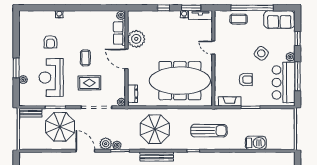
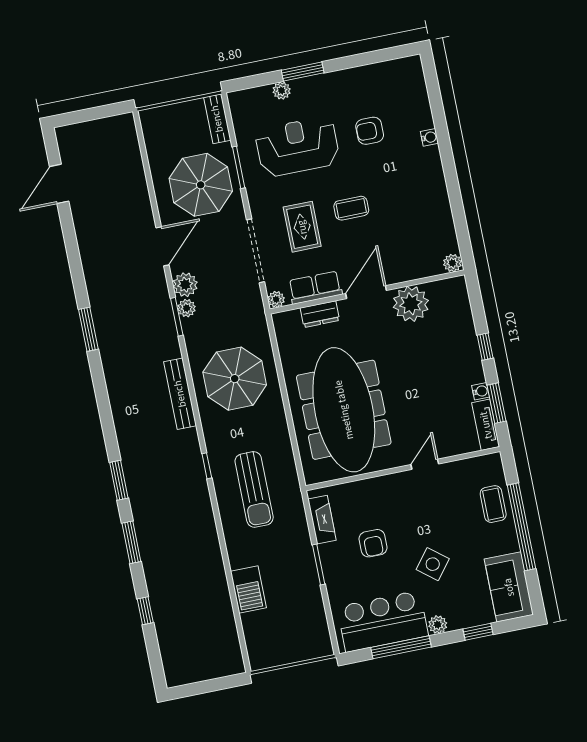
row of seats: (119, 33) -> (315, 288), moved
dresser: (132, 94) -> (320, 314), moved

